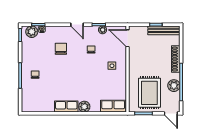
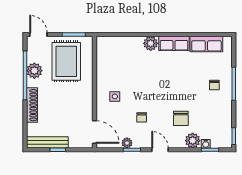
plant: (32, 32) -> (193, 141), moved
row of seats: (113, 106) -> (206, 44), moved

